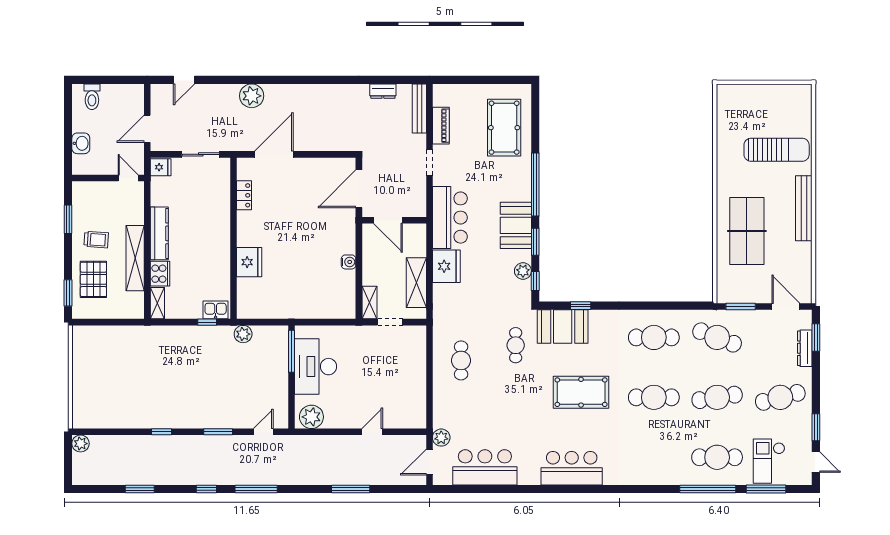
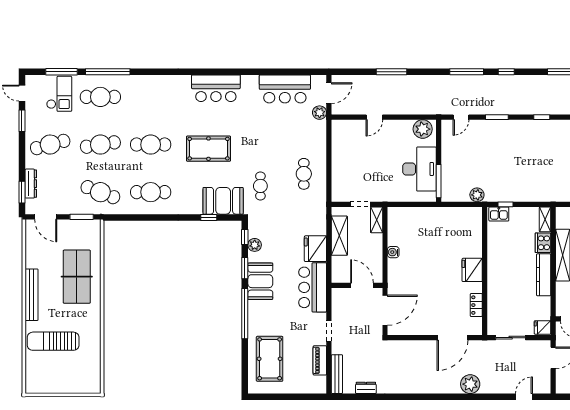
fridge: (249, 262) -> (472, 270), moved

